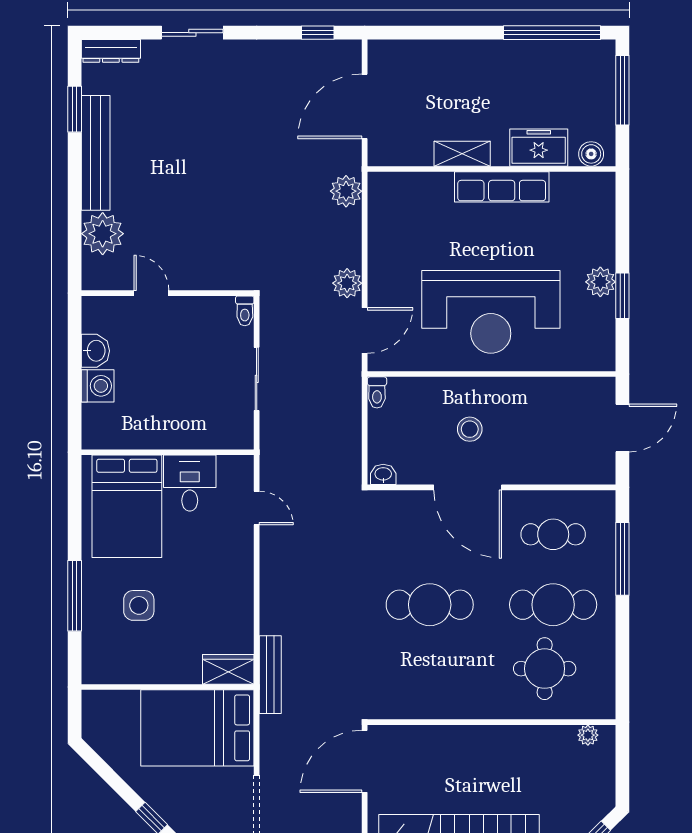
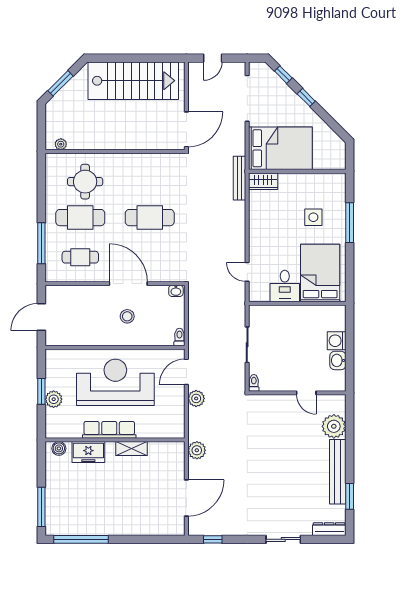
freezer: (539, 148) -> (88, 452), moved
shelving: (462, 154) -> (131, 449), moved
boiler: (591, 154) -> (59, 448), moved
wall: (491, 169) -> (115, 440), moved
row of seats: (502, 187) -> (109, 430), moved

